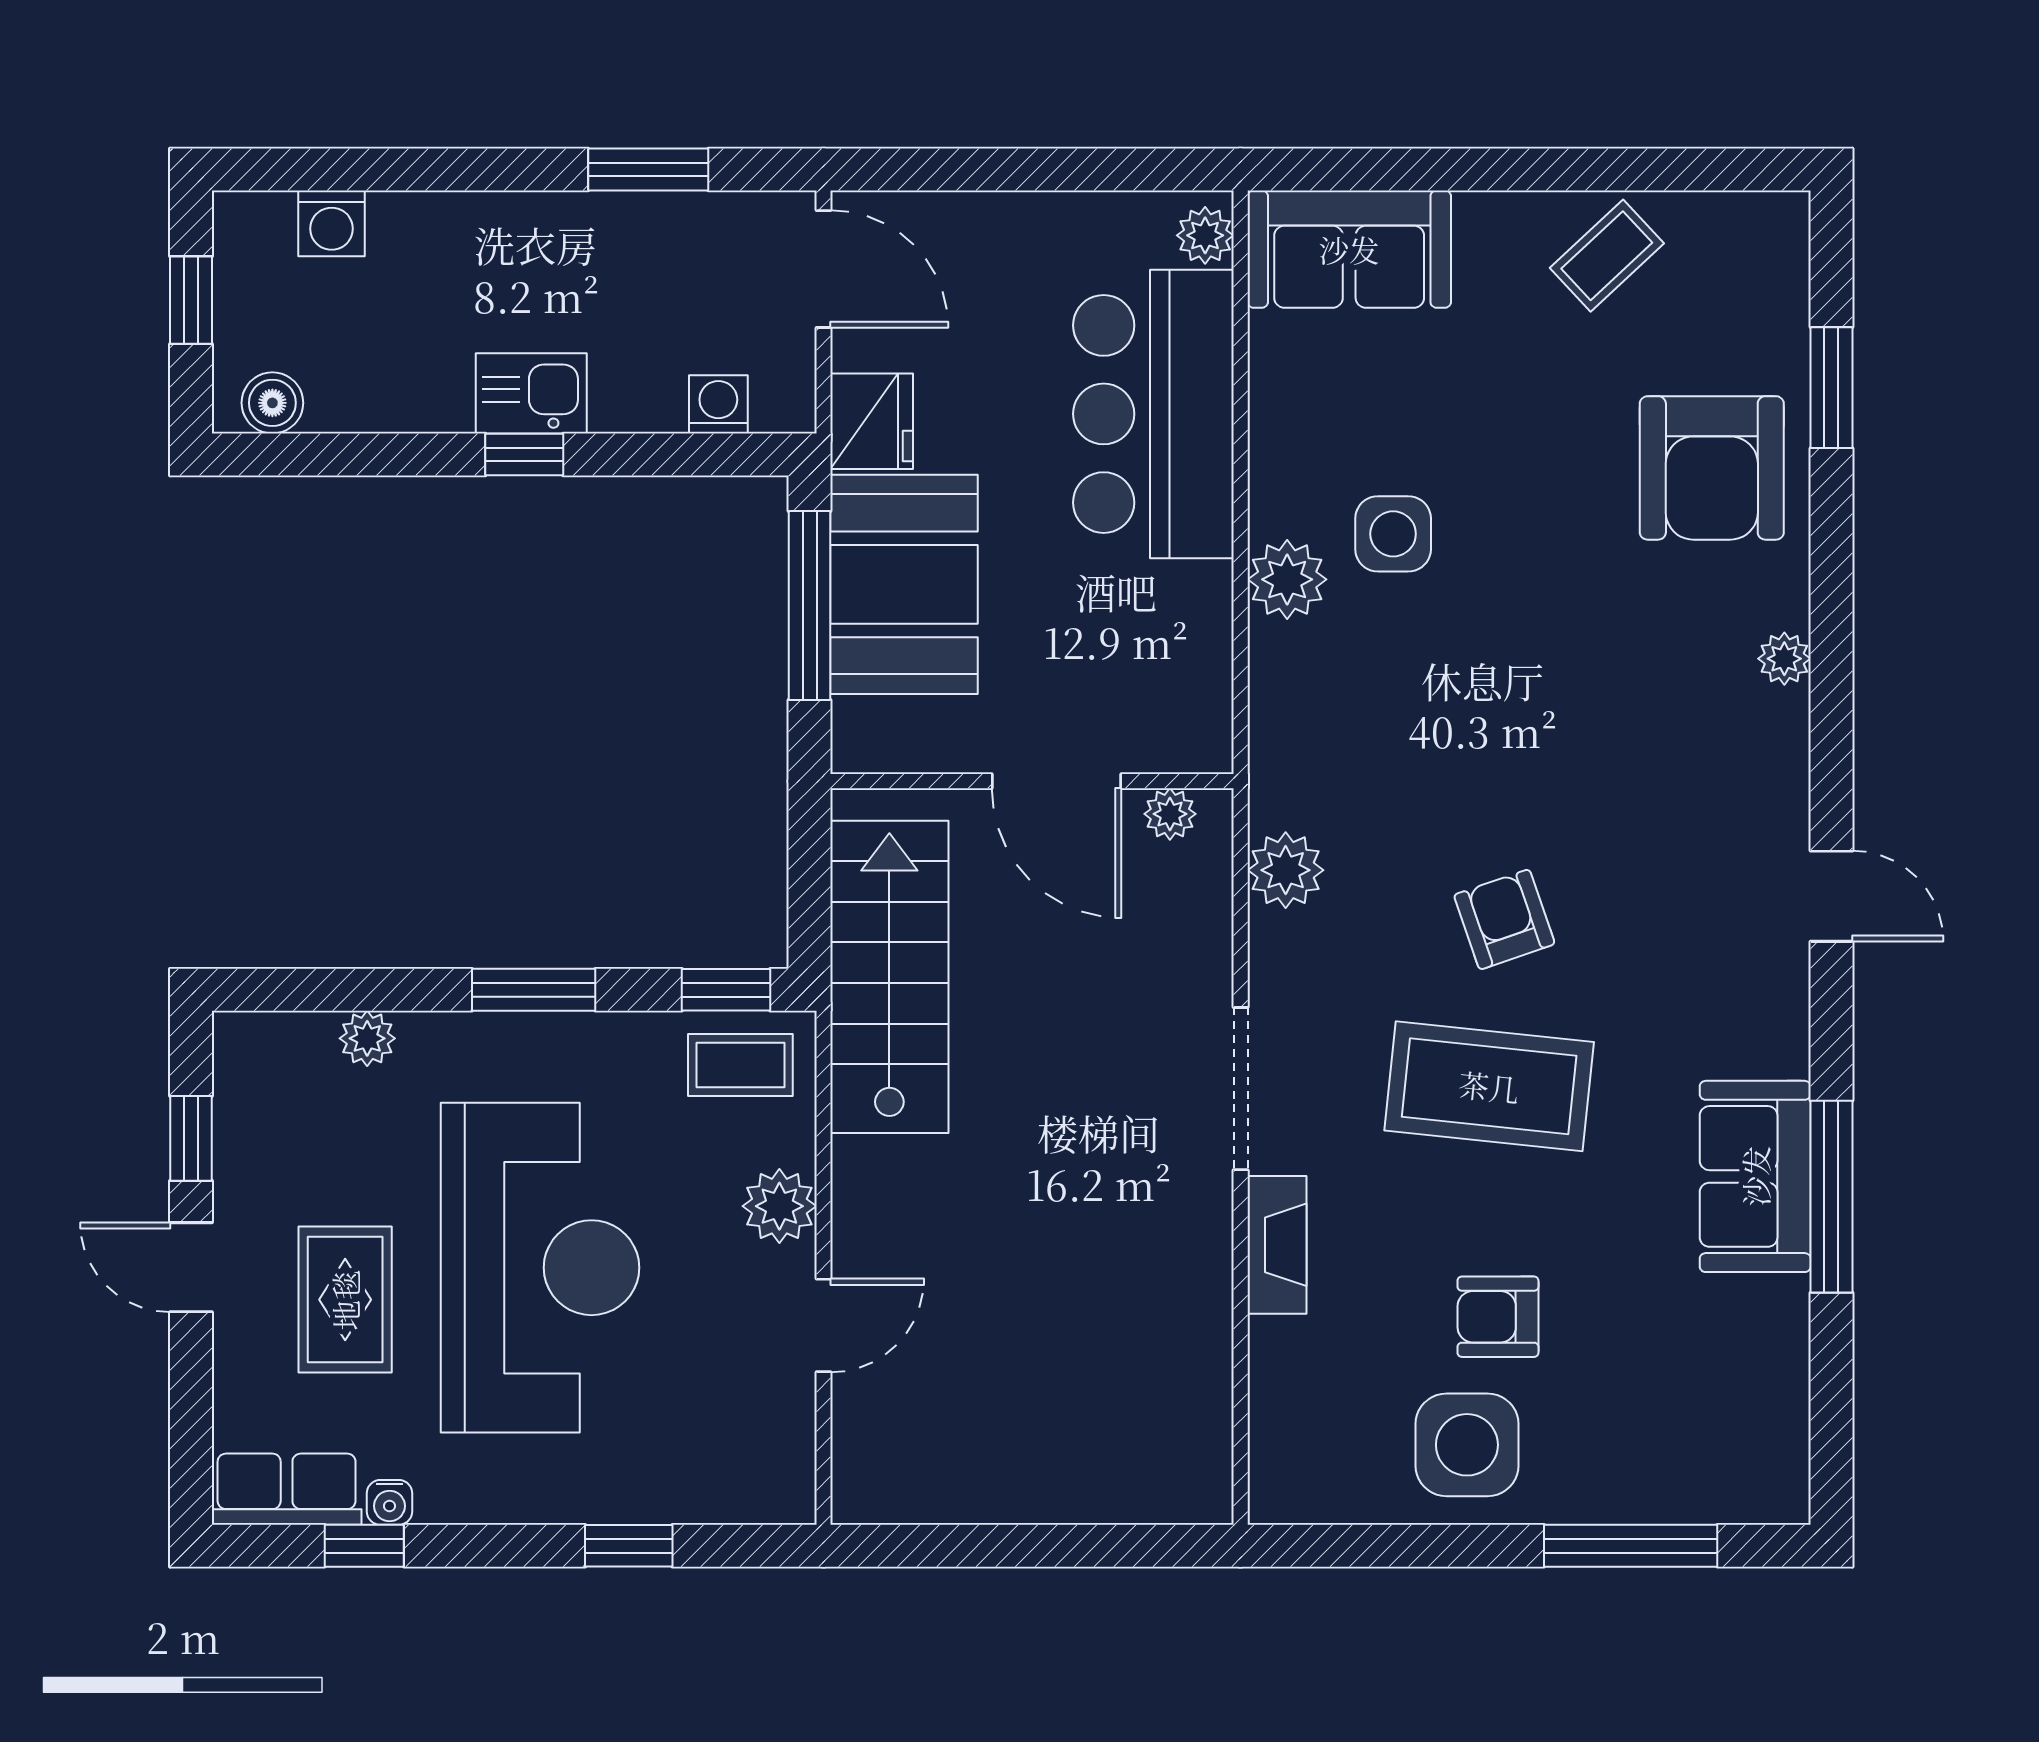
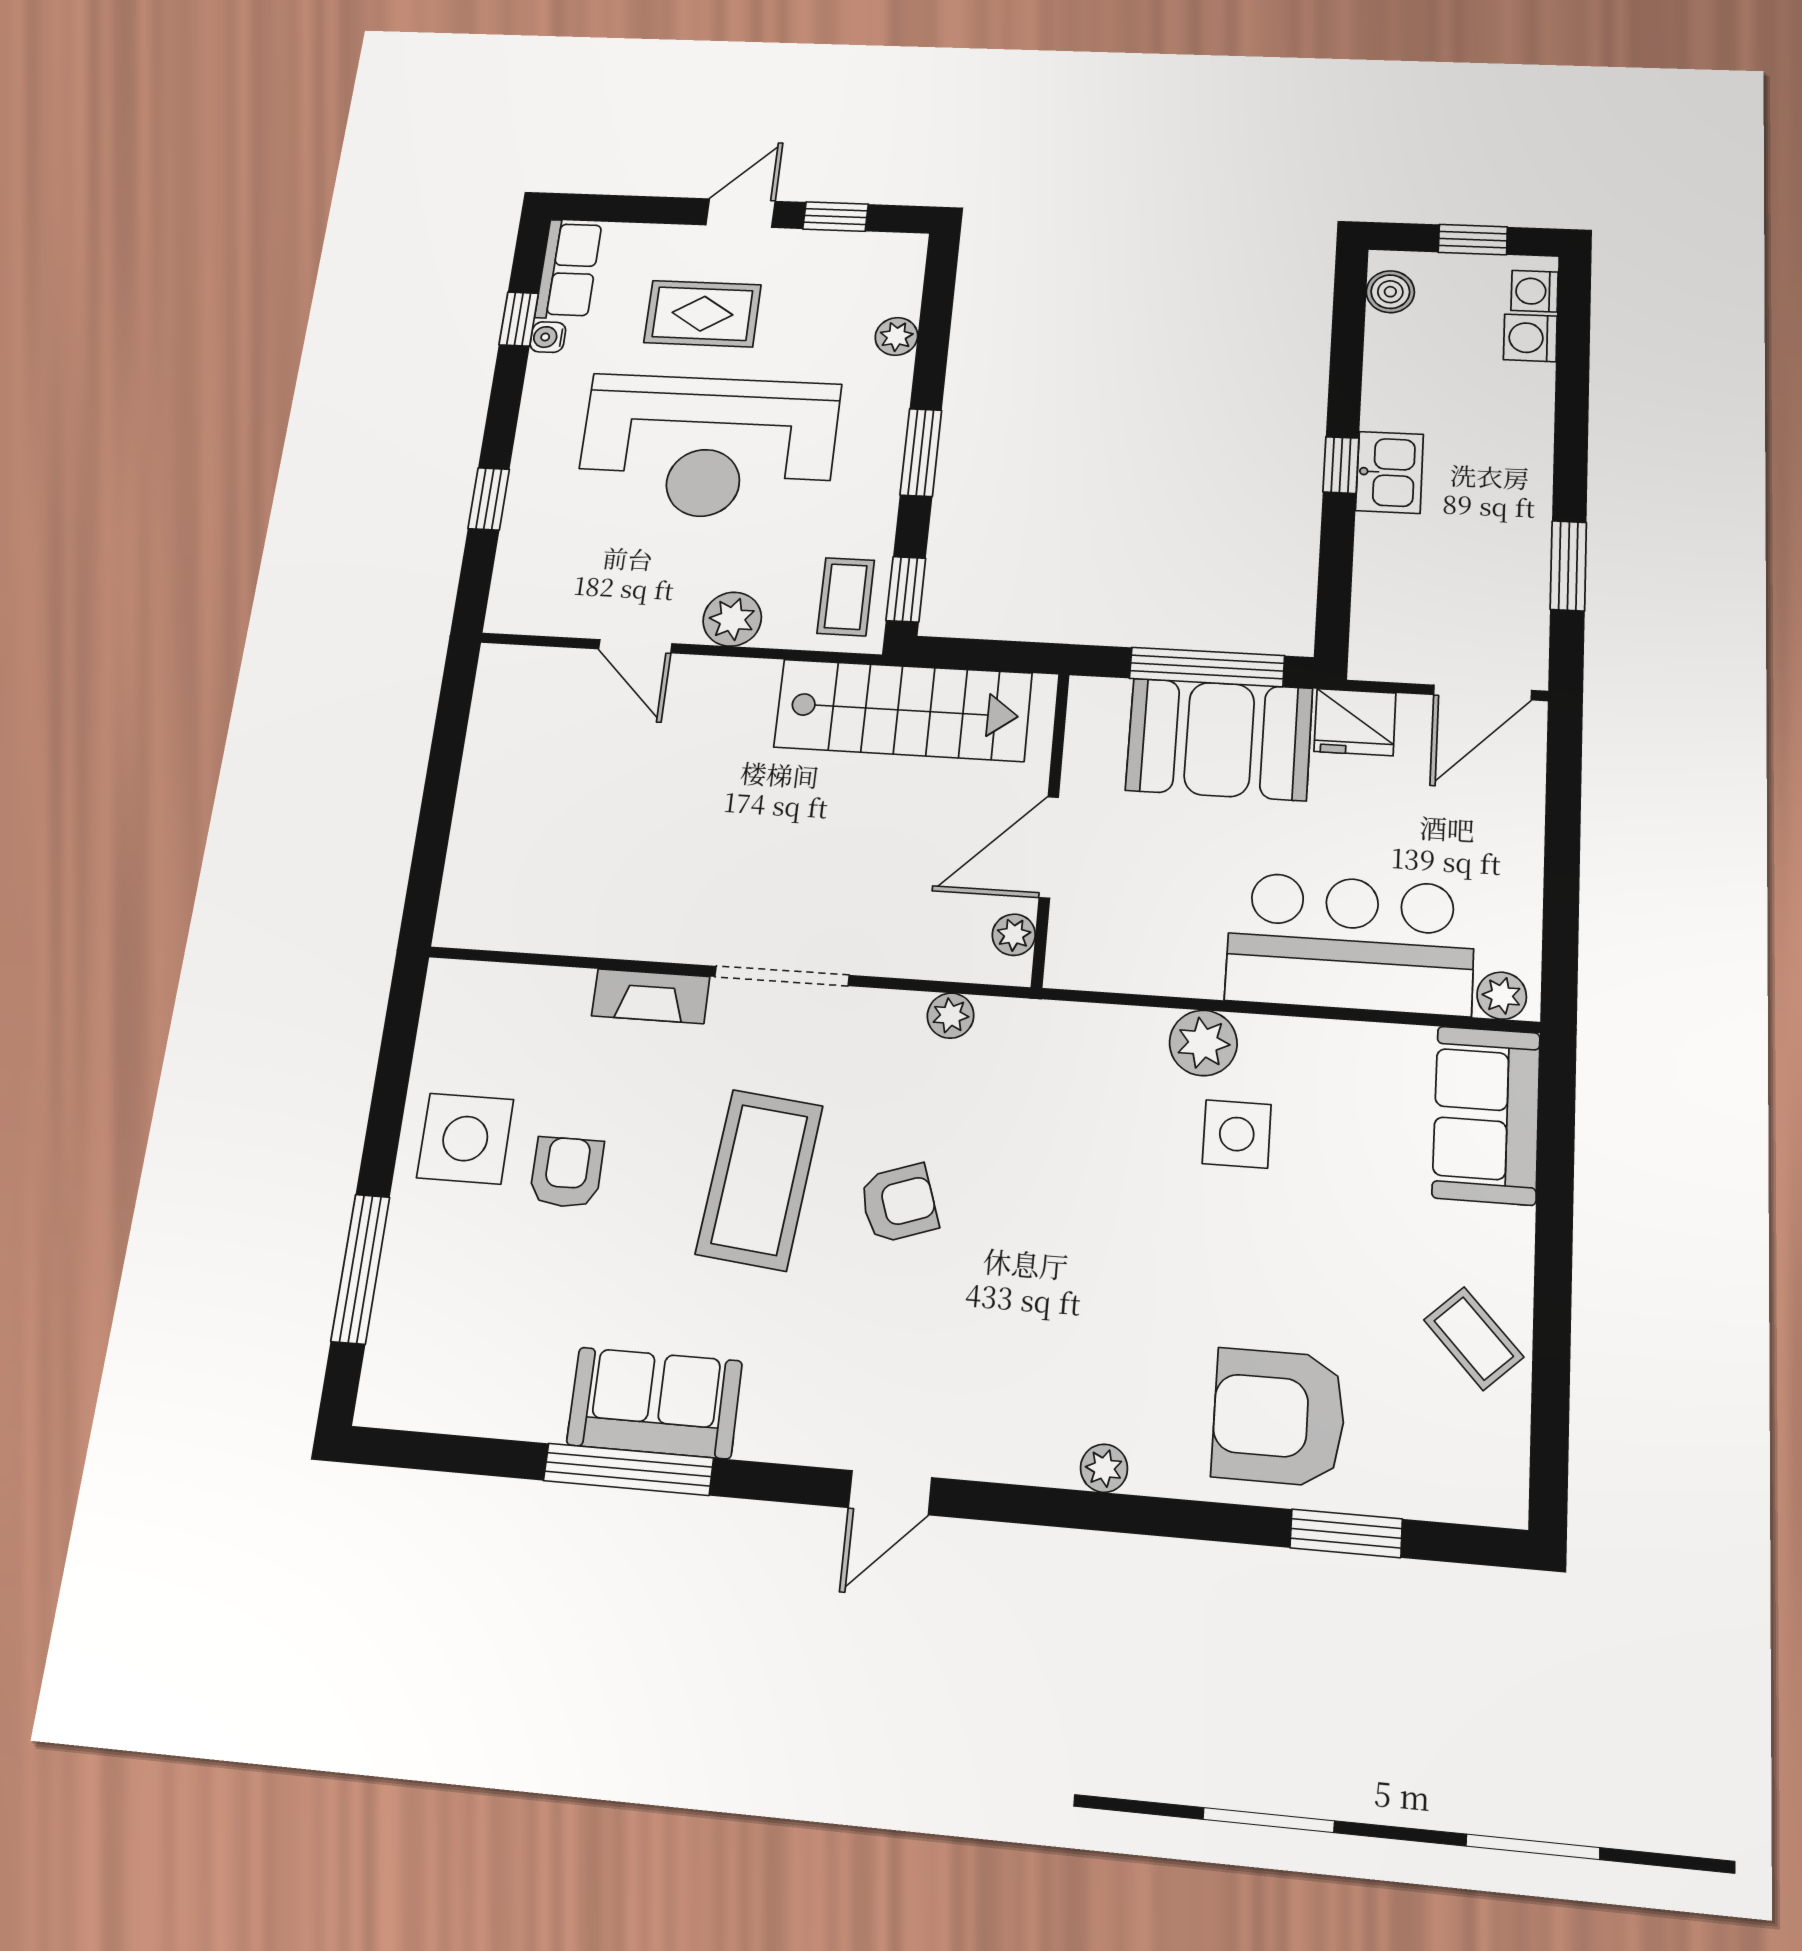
washing machine: (718, 404) -> (1535, 291), moved, turned 180
plant: (1286, 870) -> (951, 1016), width x0.73, depth x0.73

